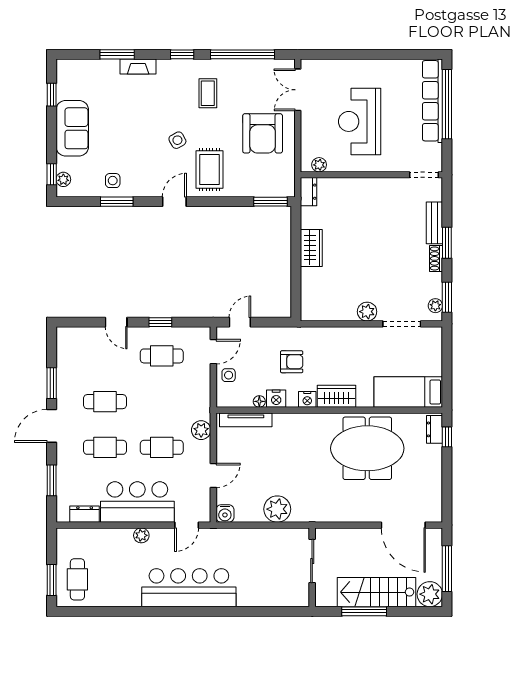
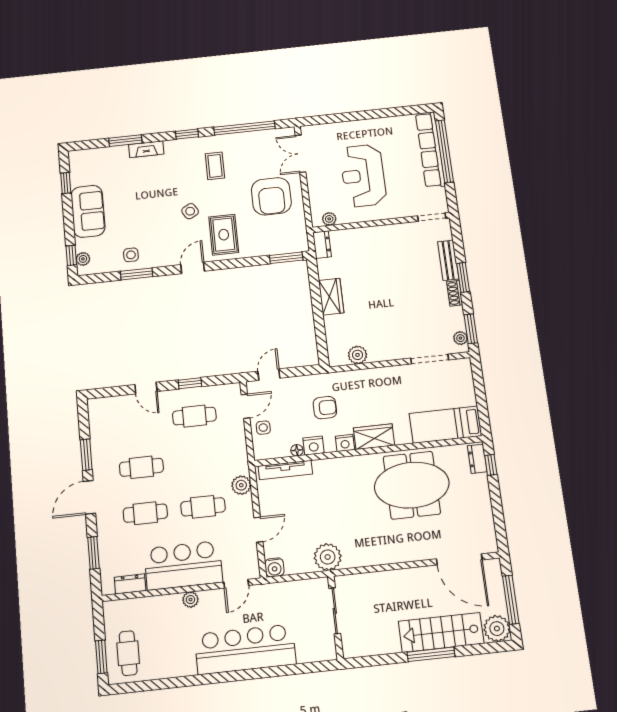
plant: (367, 312) -> (358, 355), moved
sliding door: (312, 561) -> (335, 611), moved
wall: (312, 567) -> (336, 618), moved

